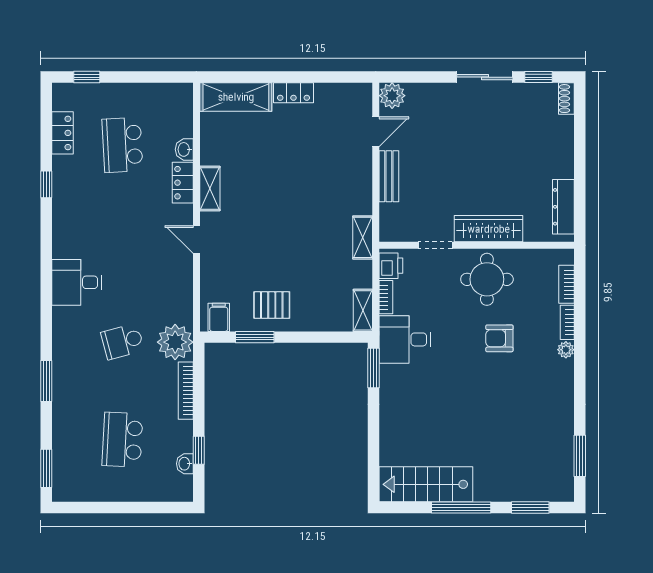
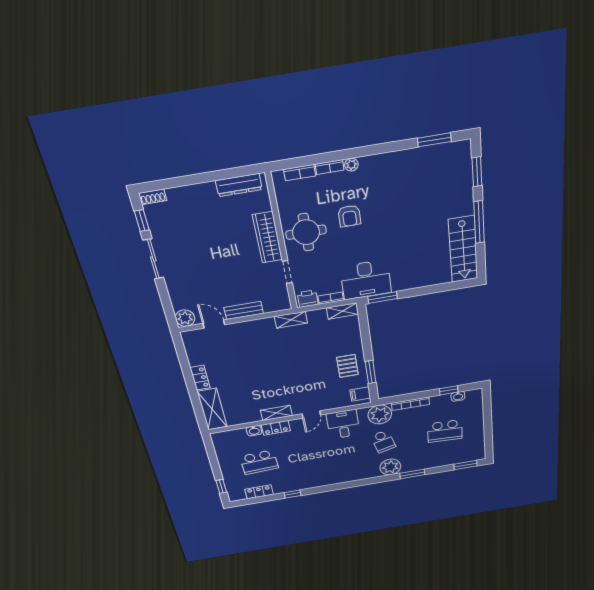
desk: (77, 282) -> (343, 424), moved, turned 180
desk: (405, 339) -> (366, 280), width x1.37
plant: (68, 347) -> (390, 467), added

